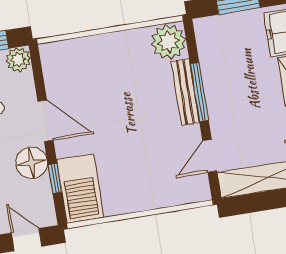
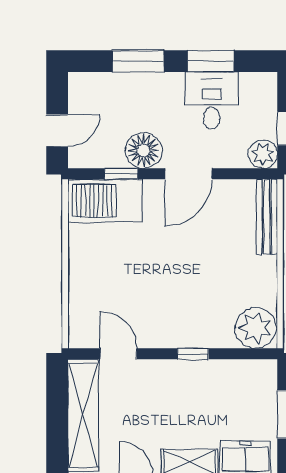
bench: (185, 92) -> (267, 217), moved, turned 90
window: (199, 92) -> (193, 354), width x0.46

